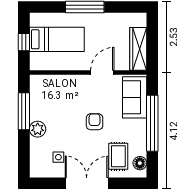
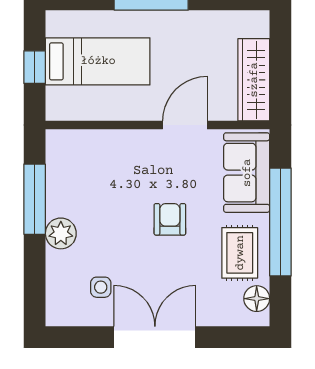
rug: (118, 156) -> (240, 253), moved

